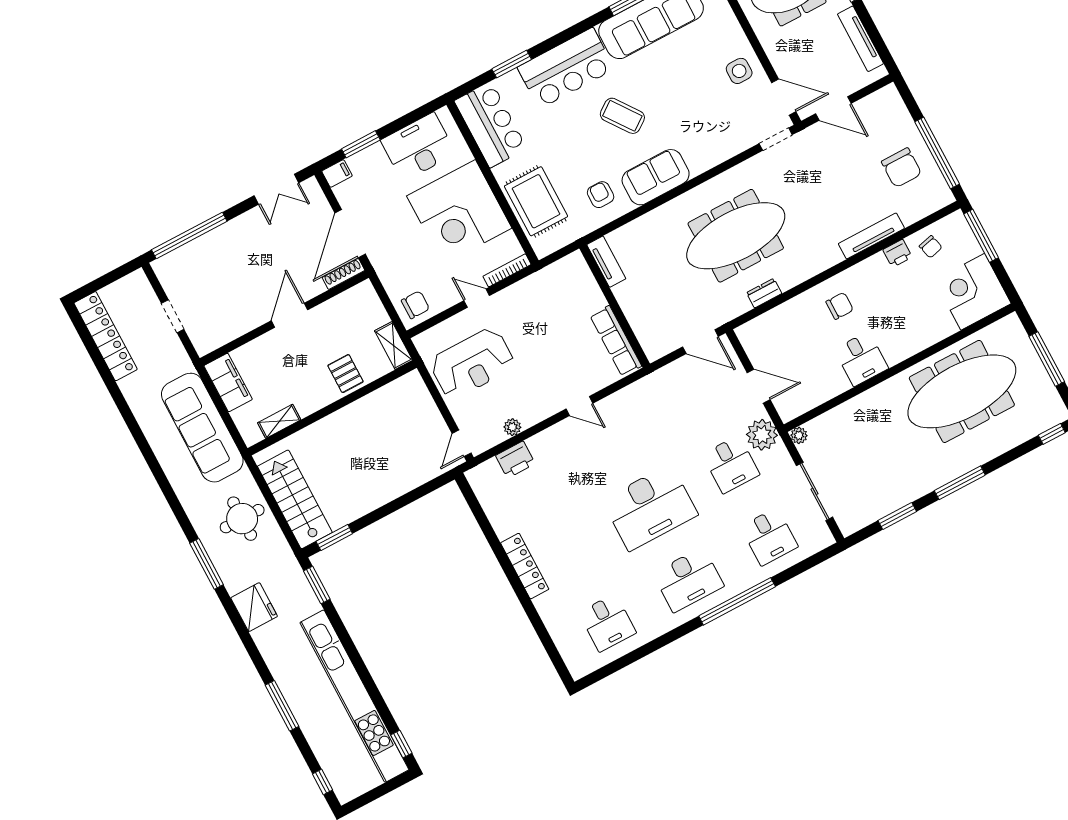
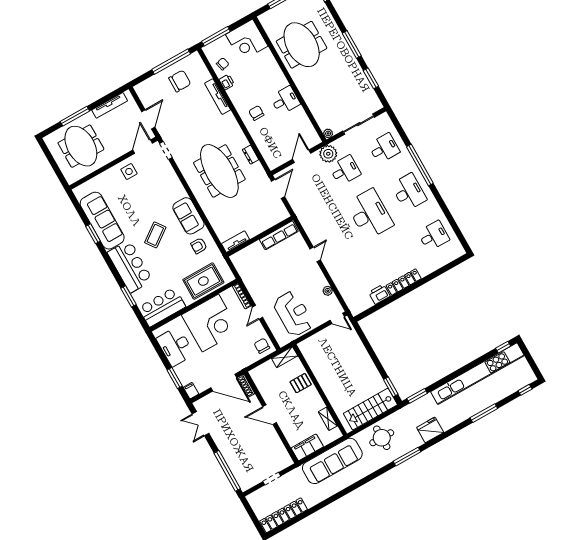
double door: (276, 189) -> (200, 424), swing flipped
meeting table: (962, 391) -> (302, 45), width x0.73
printer: (515, 460) -> (379, 294), moved, turned -90

